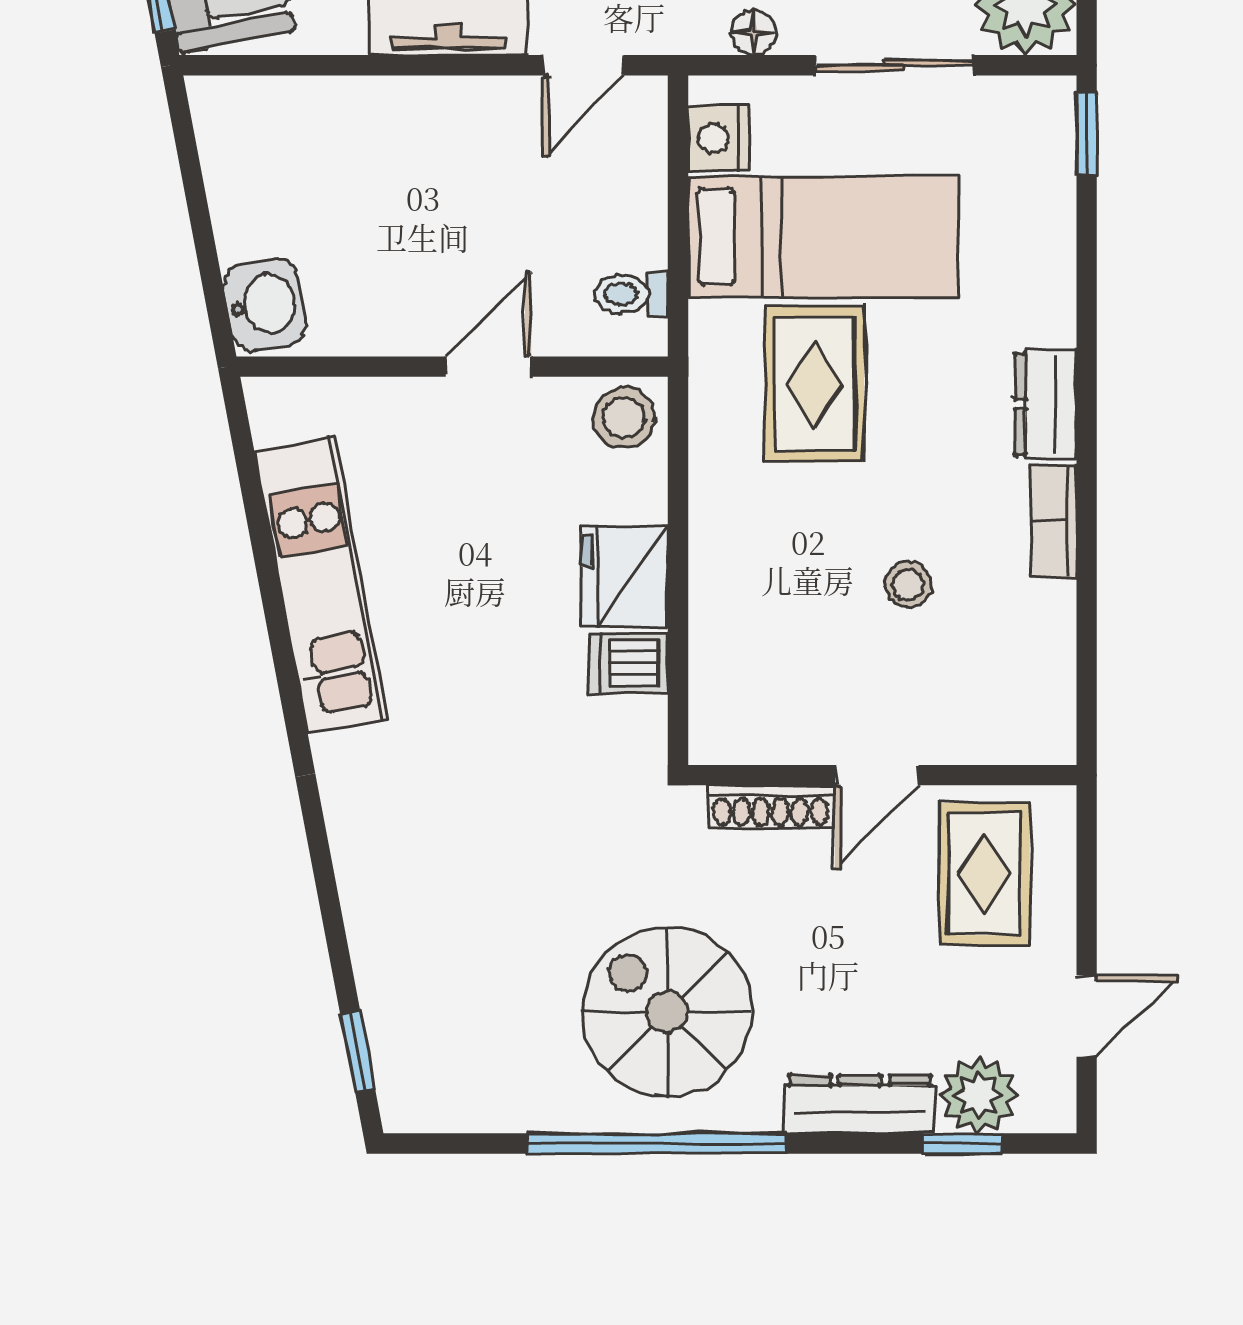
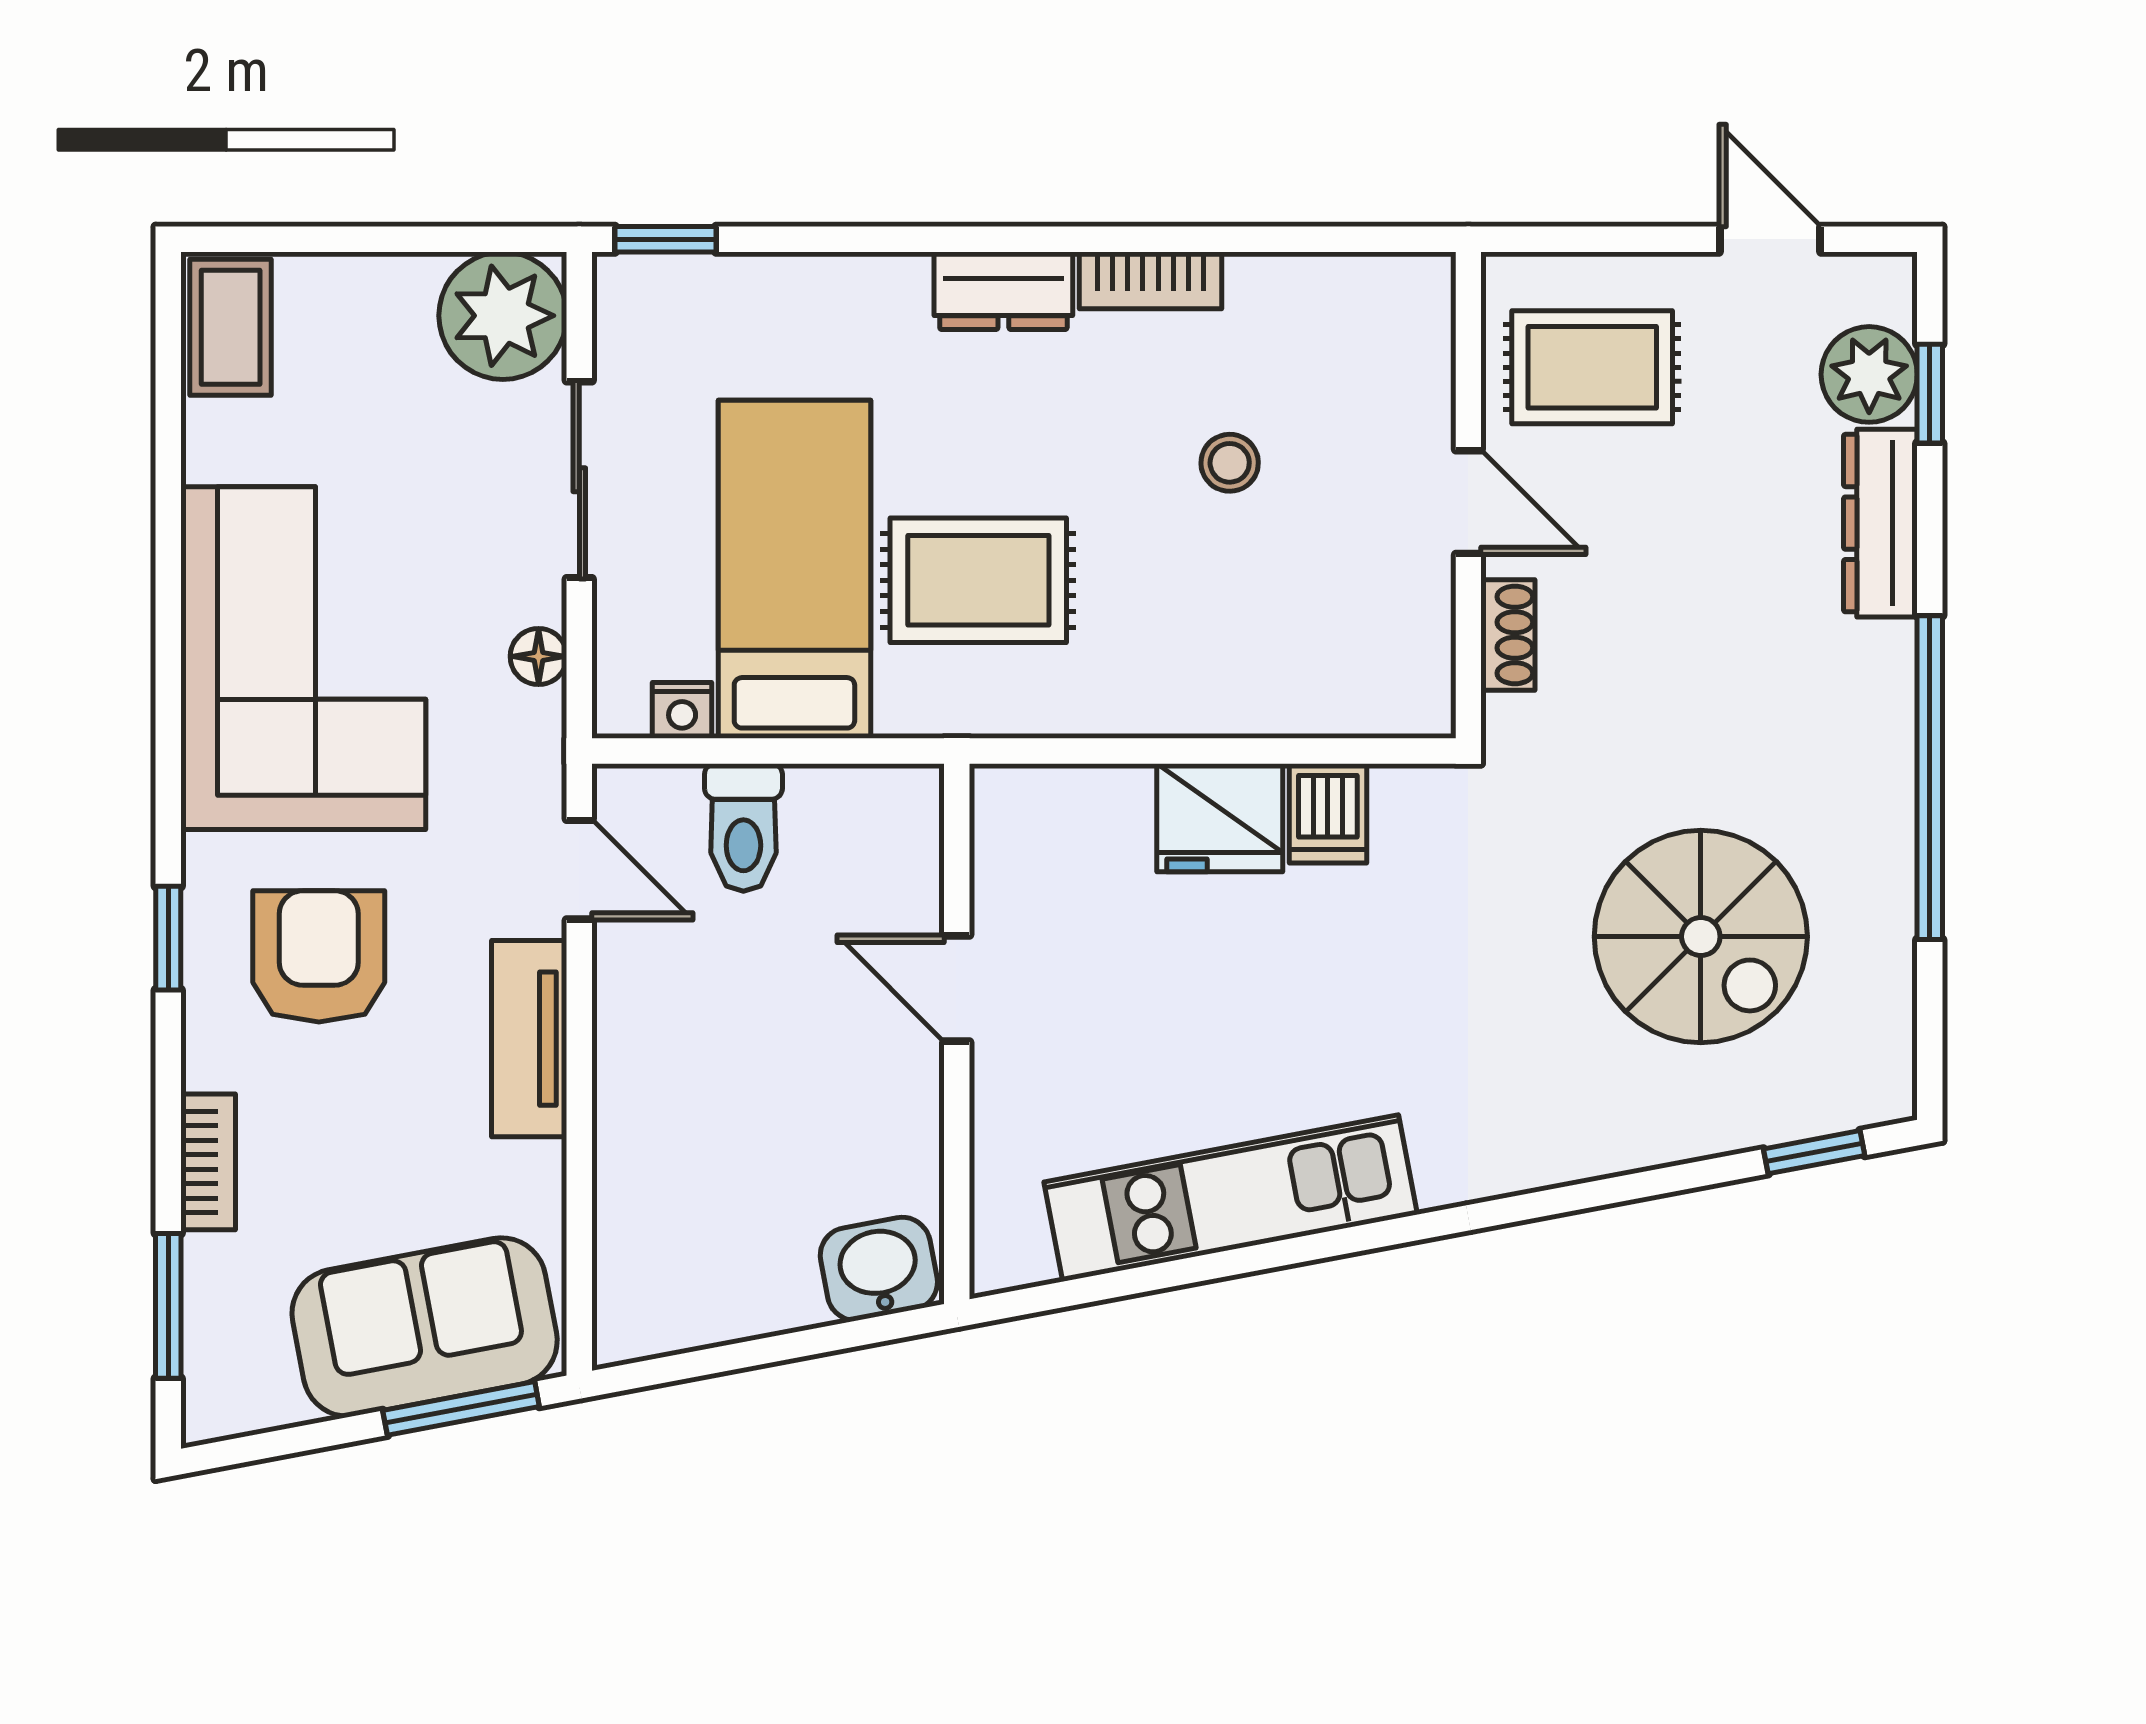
nightstand: (718, 138) -> (682, 710), width x0.72, depth x0.74
toilet: (631, 294) -> (743, 827), moved, width x1.37, depth x1.39
stool: (624, 418) -> (1020, 819), removed
shoe rack: (771, 807) -> (1508, 635), width x0.70
spiral stairs: (667, 1012) -> (1701, 937), moved, turned -90

